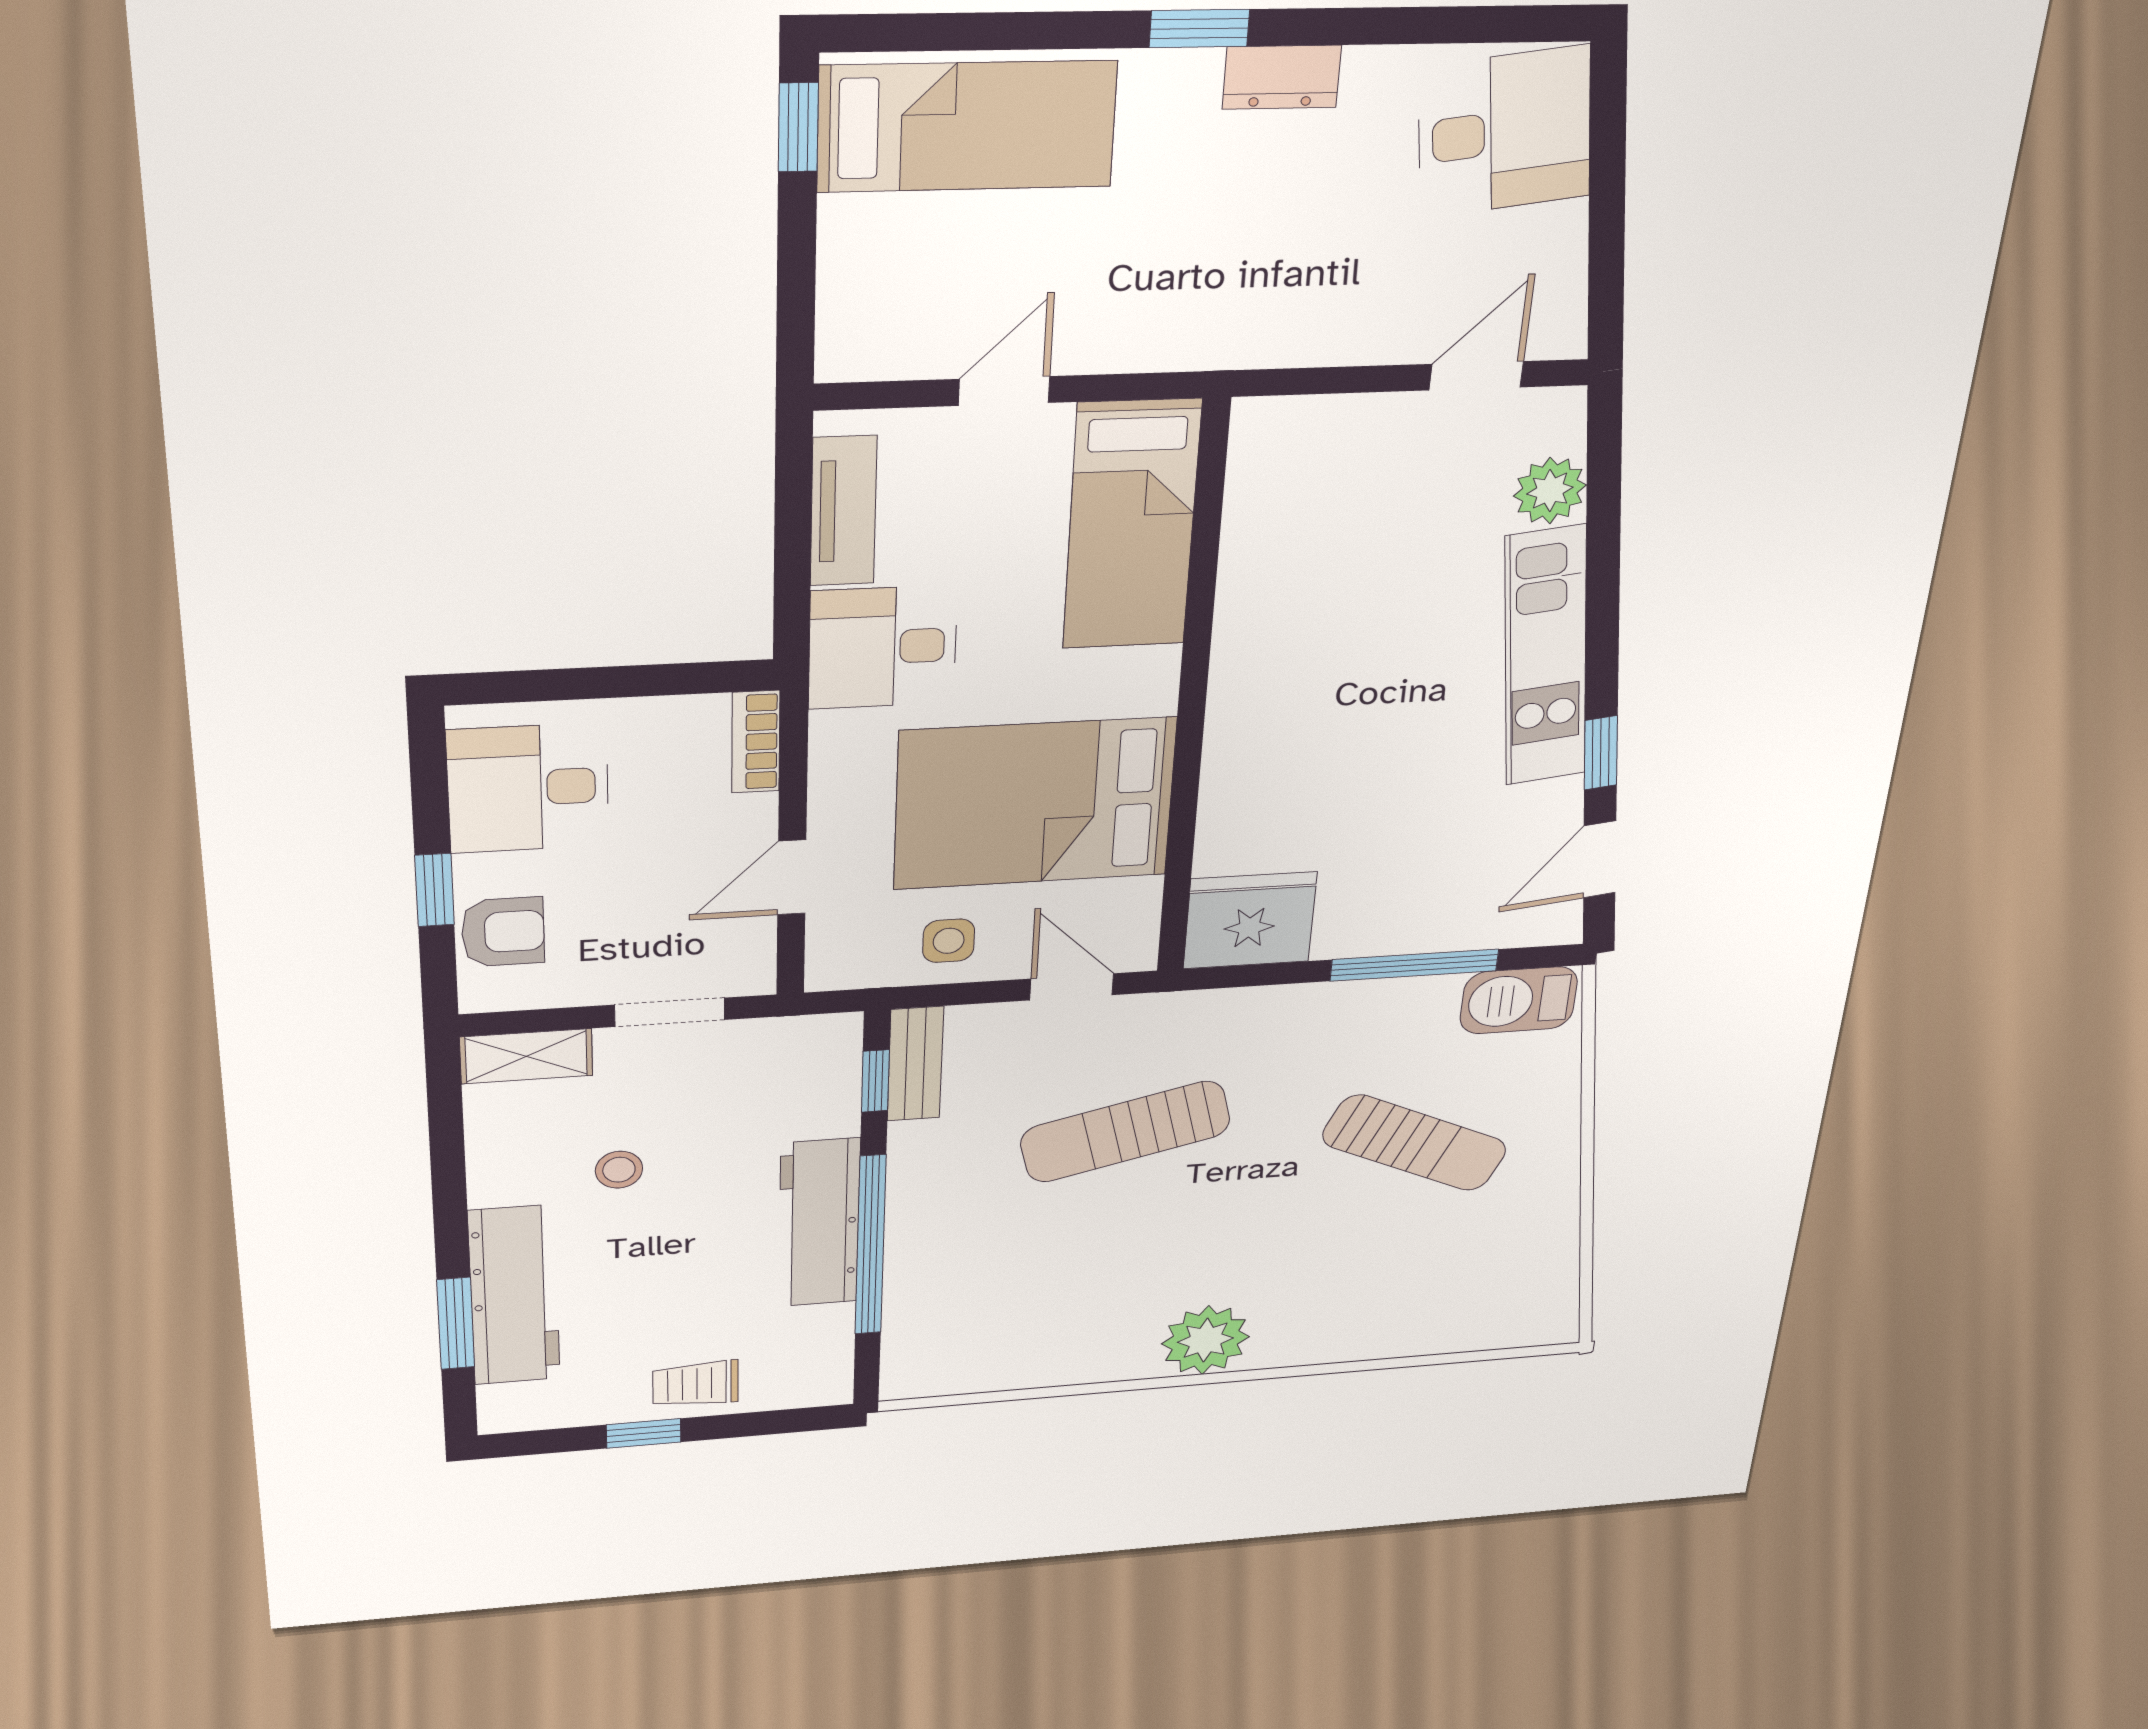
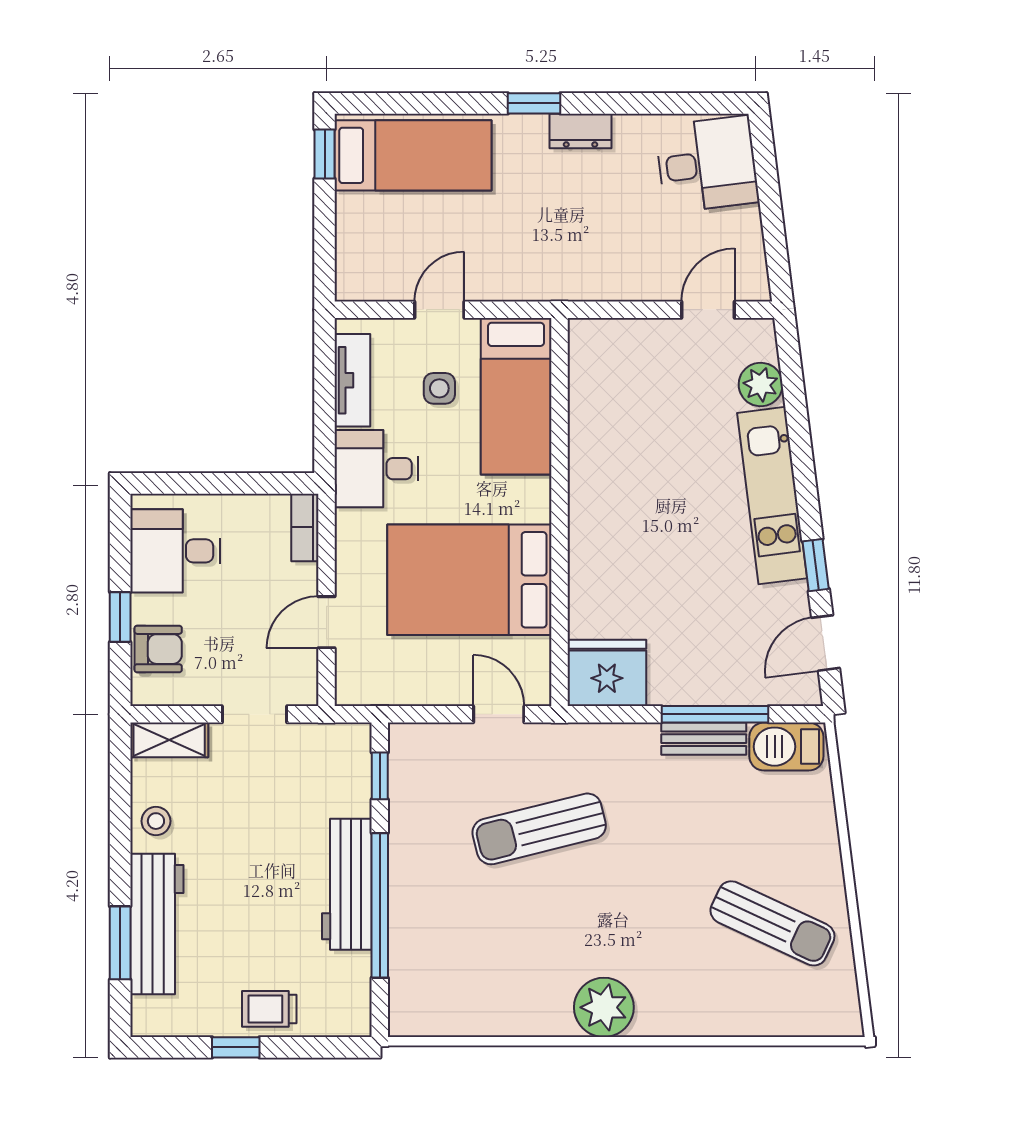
side table: (949, 941) -> (439, 388), moved
bench: (915, 1064) -> (704, 739), moved, turned 90
sun lounger: (1415, 1143) -> (772, 923), moved
stool: (619, 1170) -> (156, 821), moved

